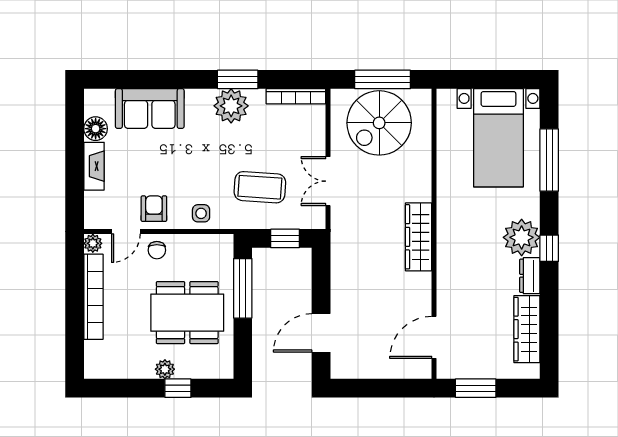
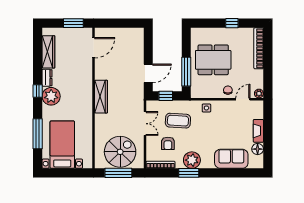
armchair: (154, 209) -> (168, 143), moved
bookcase: (93, 297) -> (259, 48), moved
door: (321, 333) -> (148, 73), moved
plant: (165, 369) -> (224, 32), removed
window: (178, 388) -> (232, 23), moved

